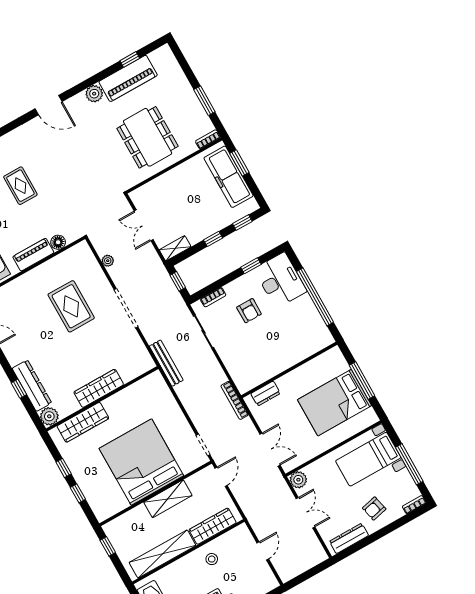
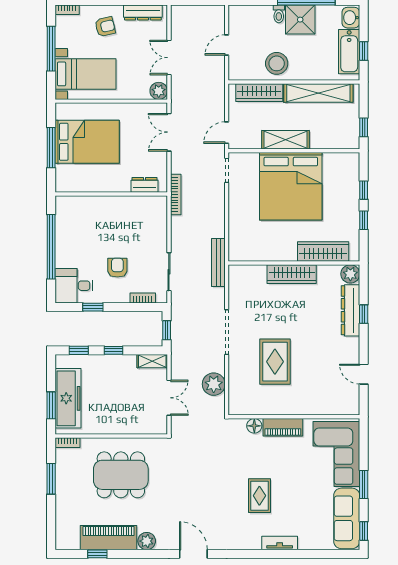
dining table: (148, 137) -> (121, 475), turned 90
plant: (108, 261) -> (214, 384), width x1.87, depth x1.87
desk: (280, 280) -> (74, 286), width x0.73
stool: (212, 559) -> (277, 63), width x1.89, depth x1.89

